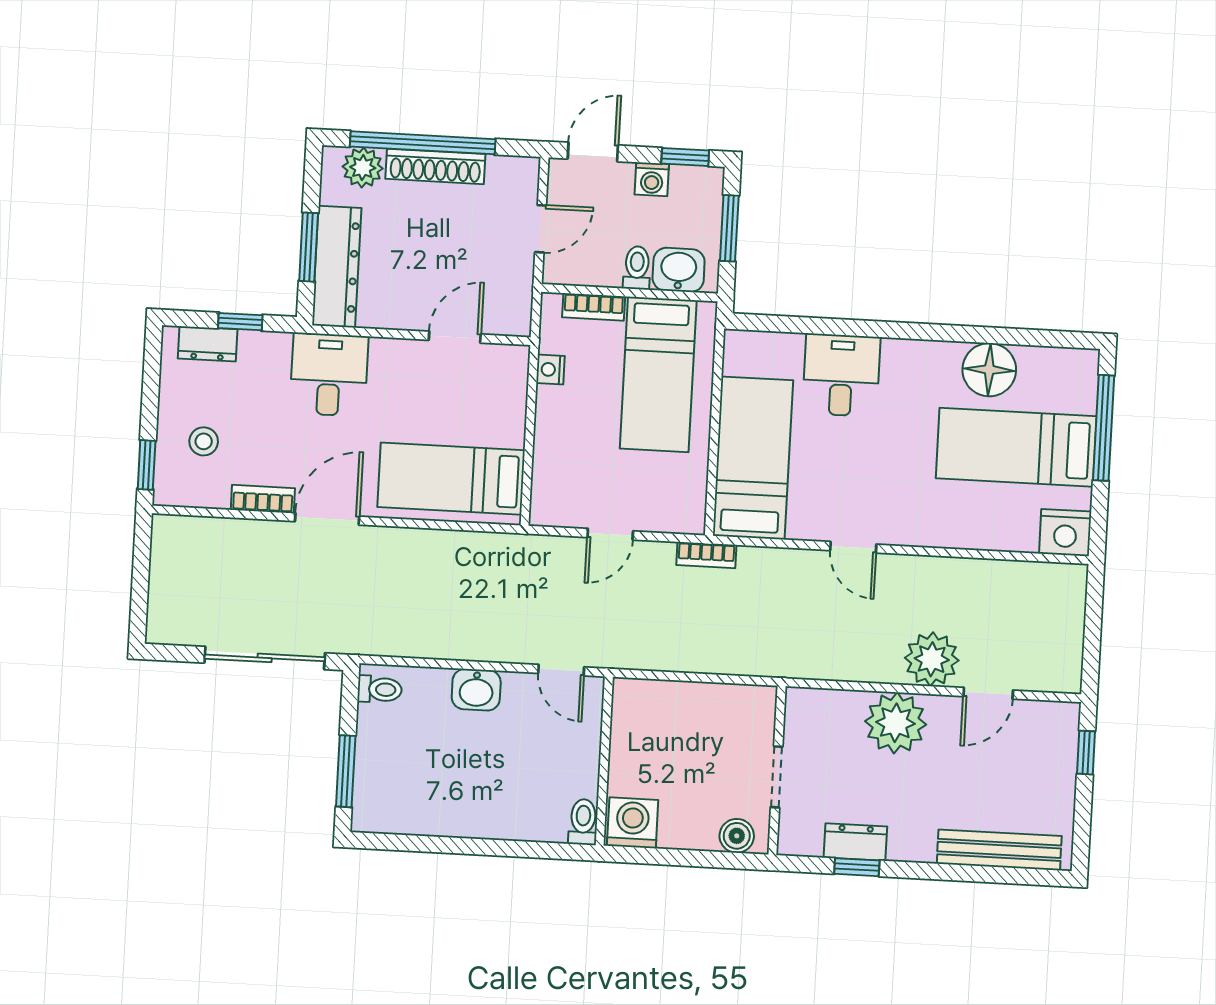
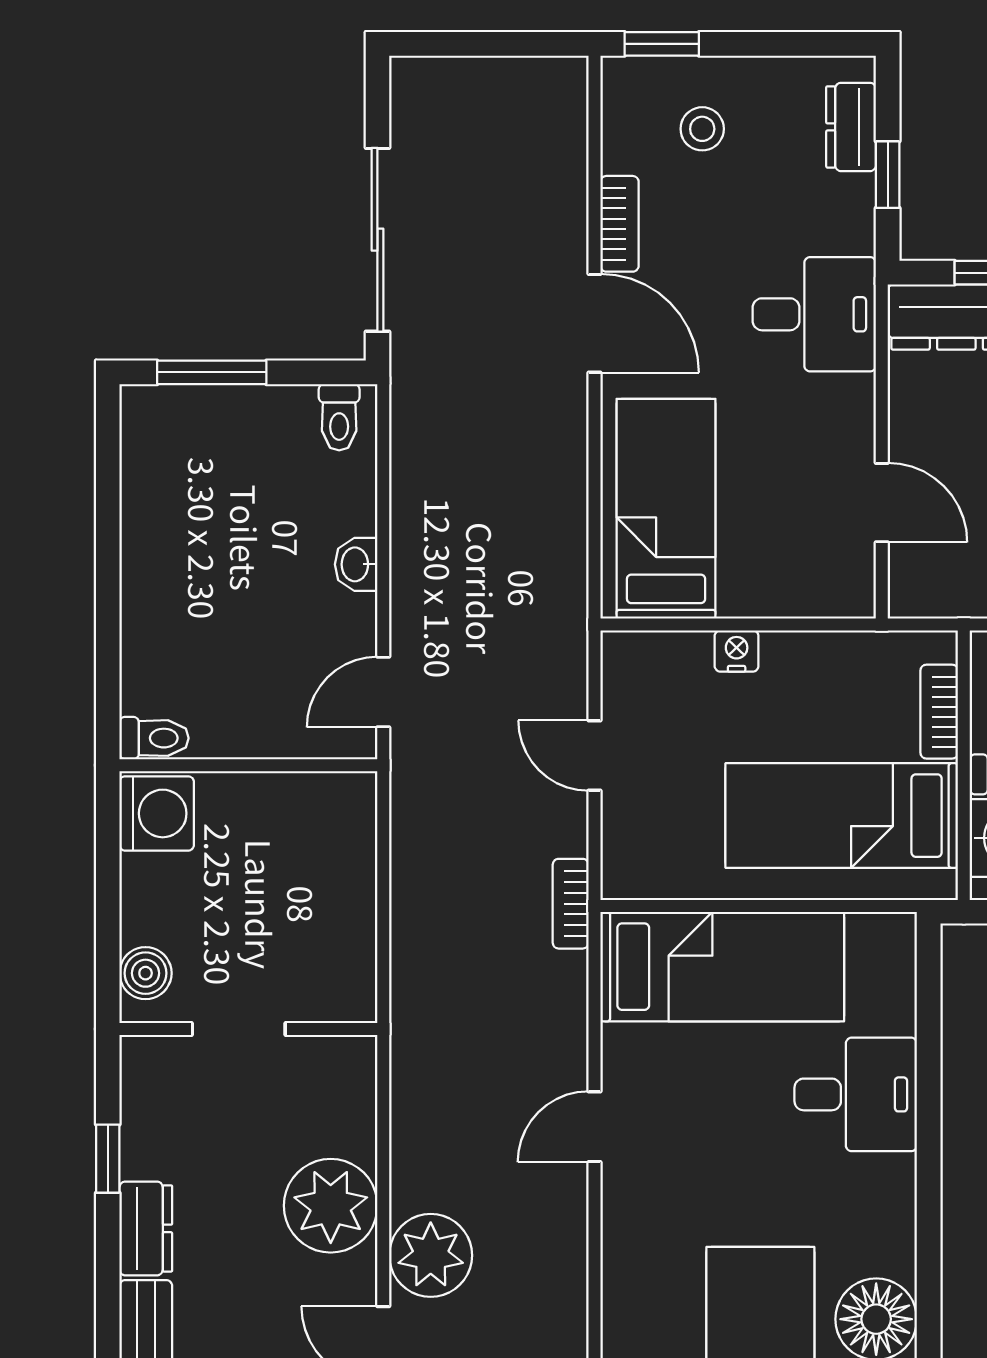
nightstand: (550, 370) -> (737, 651), moved
washbasin: (476, 690) -> (356, 564), width x0.72, depth x0.69
dresser: (855, 842) -> (146, 1228), moved

